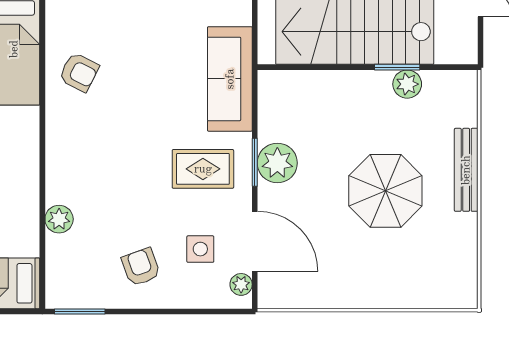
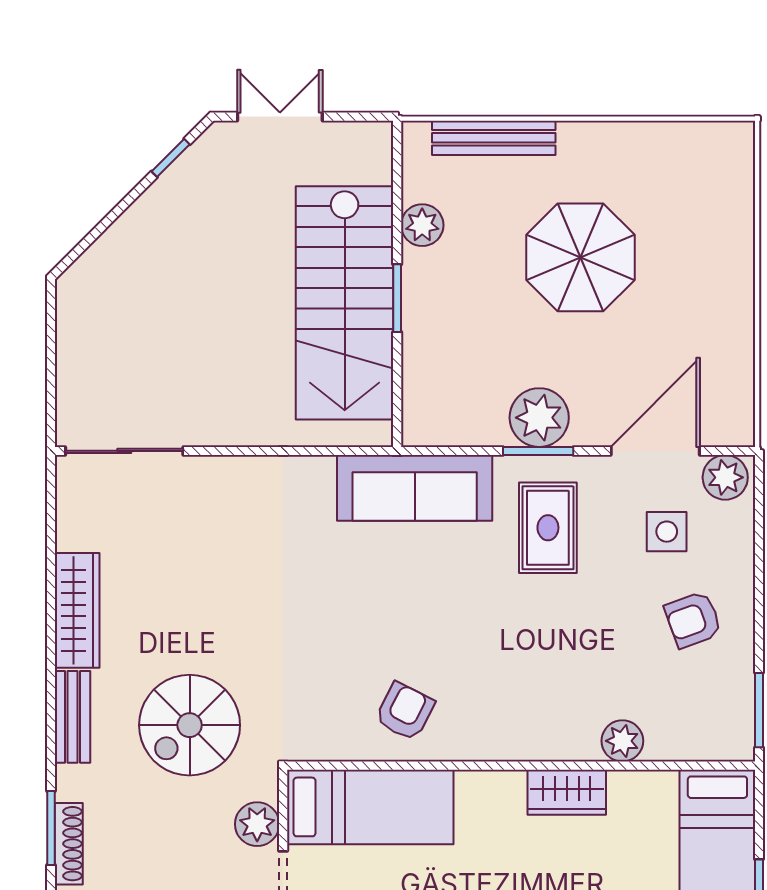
window: (397, 67) -> (397, 298), moved
bench: (466, 170) -> (494, 138), moved
wardrobe: (24, 182) -> (567, 792), added
plant: (241, 284) -> (725, 477), width x1.38, depth x1.38

